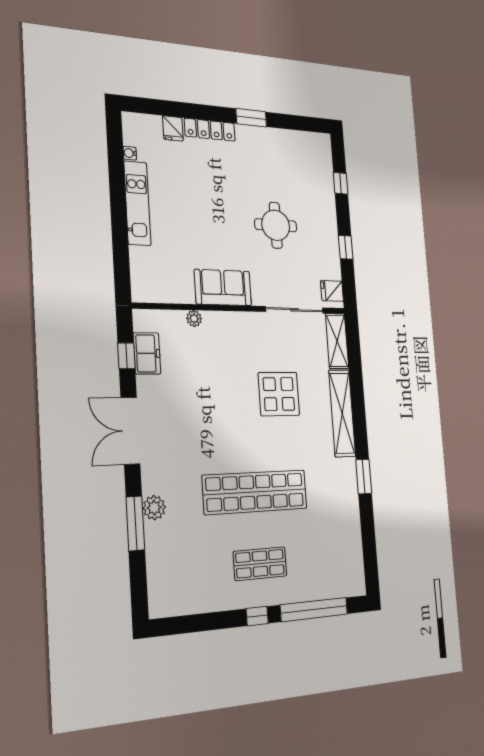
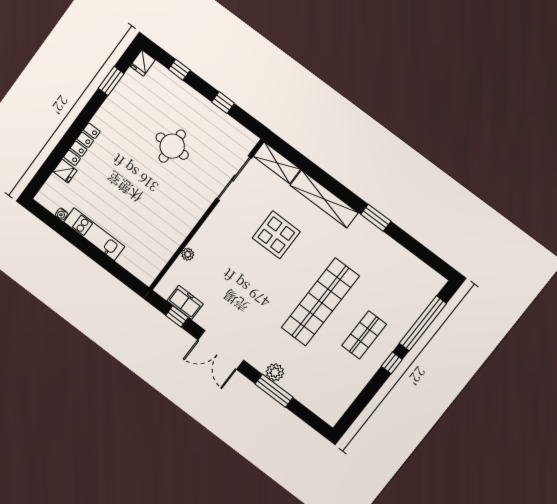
window: (251, 118) -> (111, 81), moved
sofa: (223, 288) -> (184, 218), removed
fridge: (332, 291) -> (143, 63), moved

